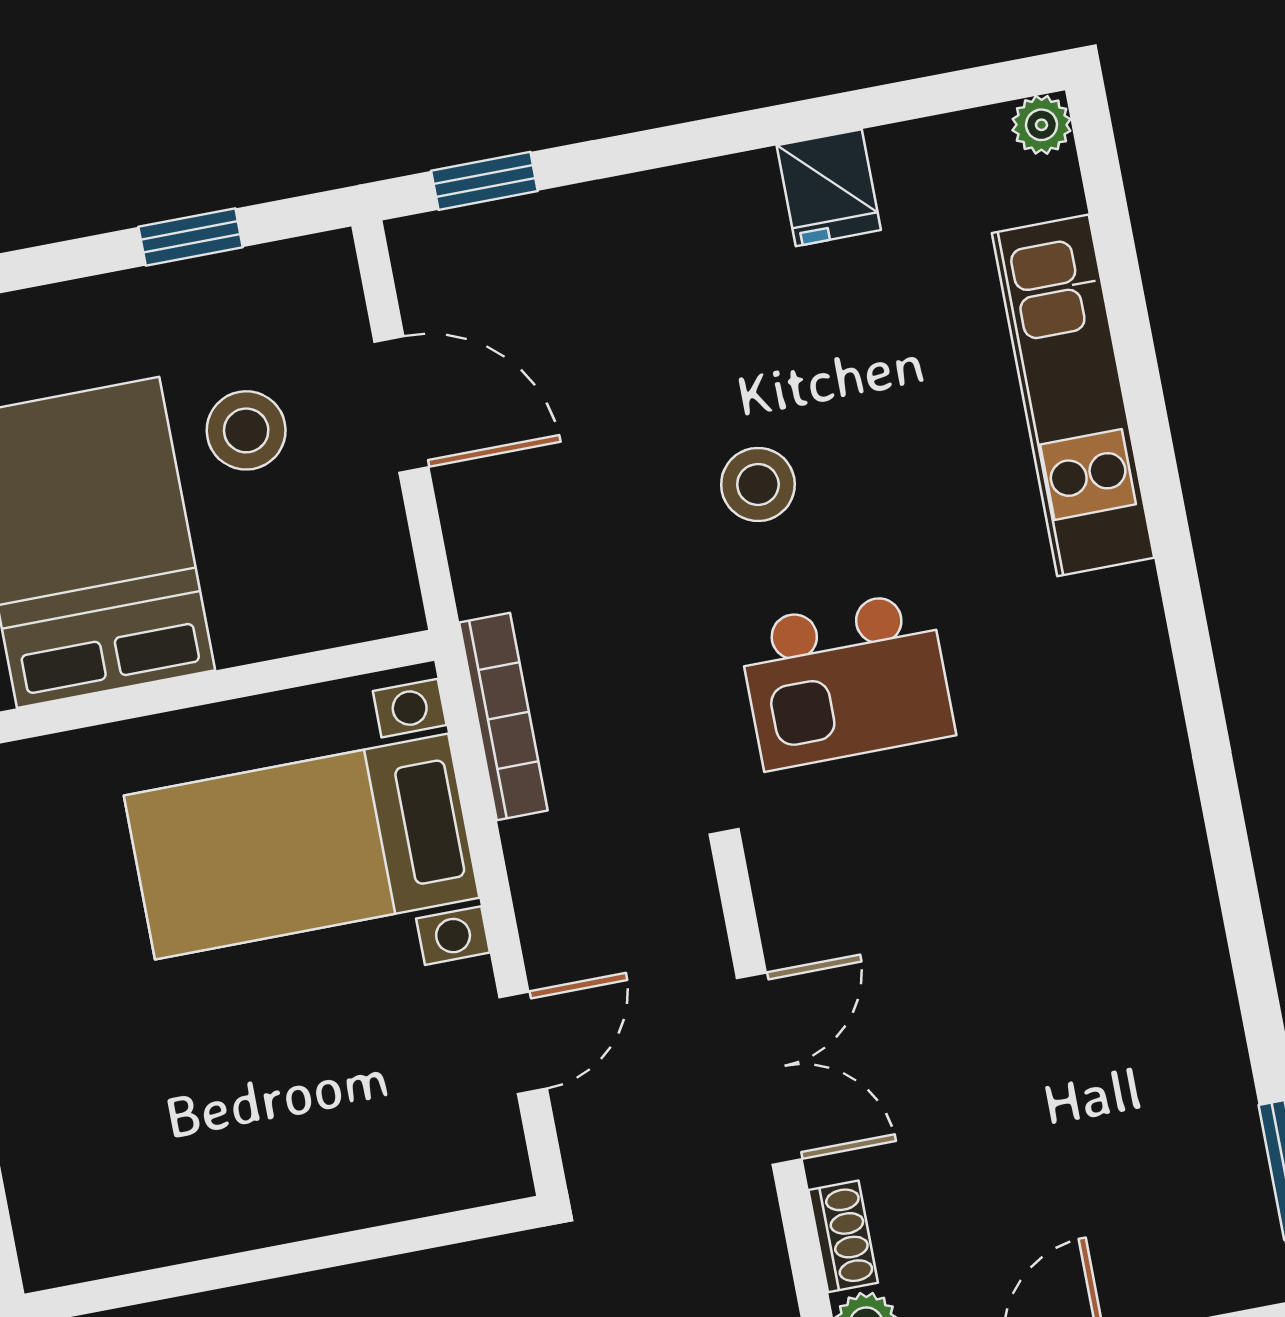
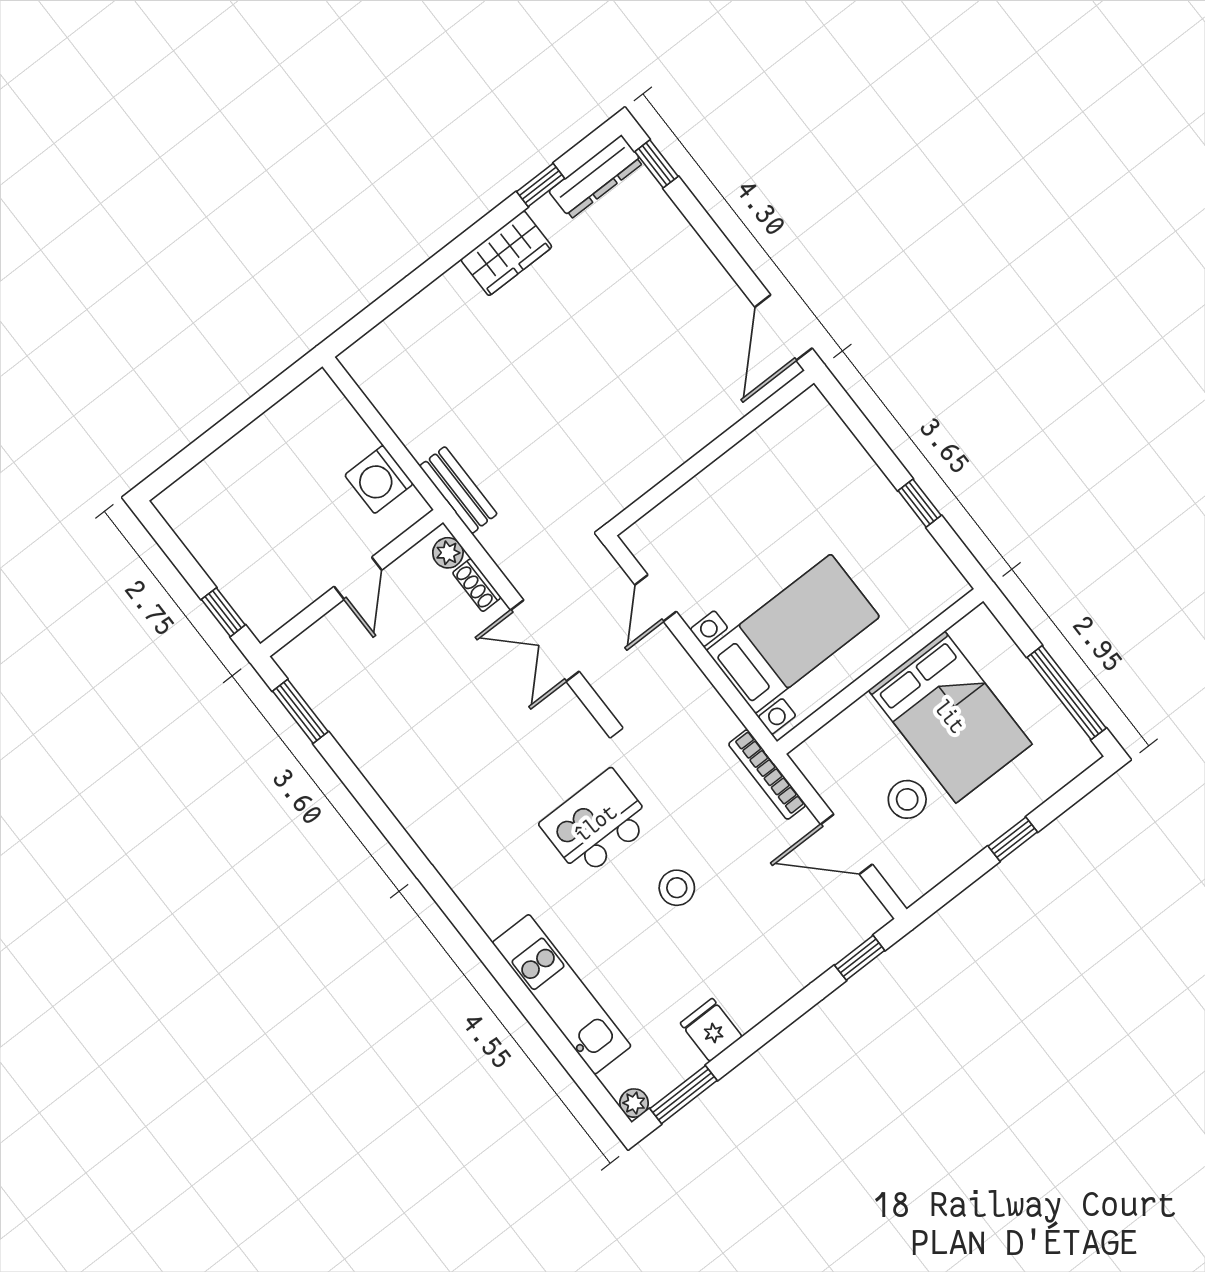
window: (941, 94) -> (684, 1095), added
window: (191, 237) -> (1013, 839), moved
bookcase: (503, 716) -> (767, 775), moved

